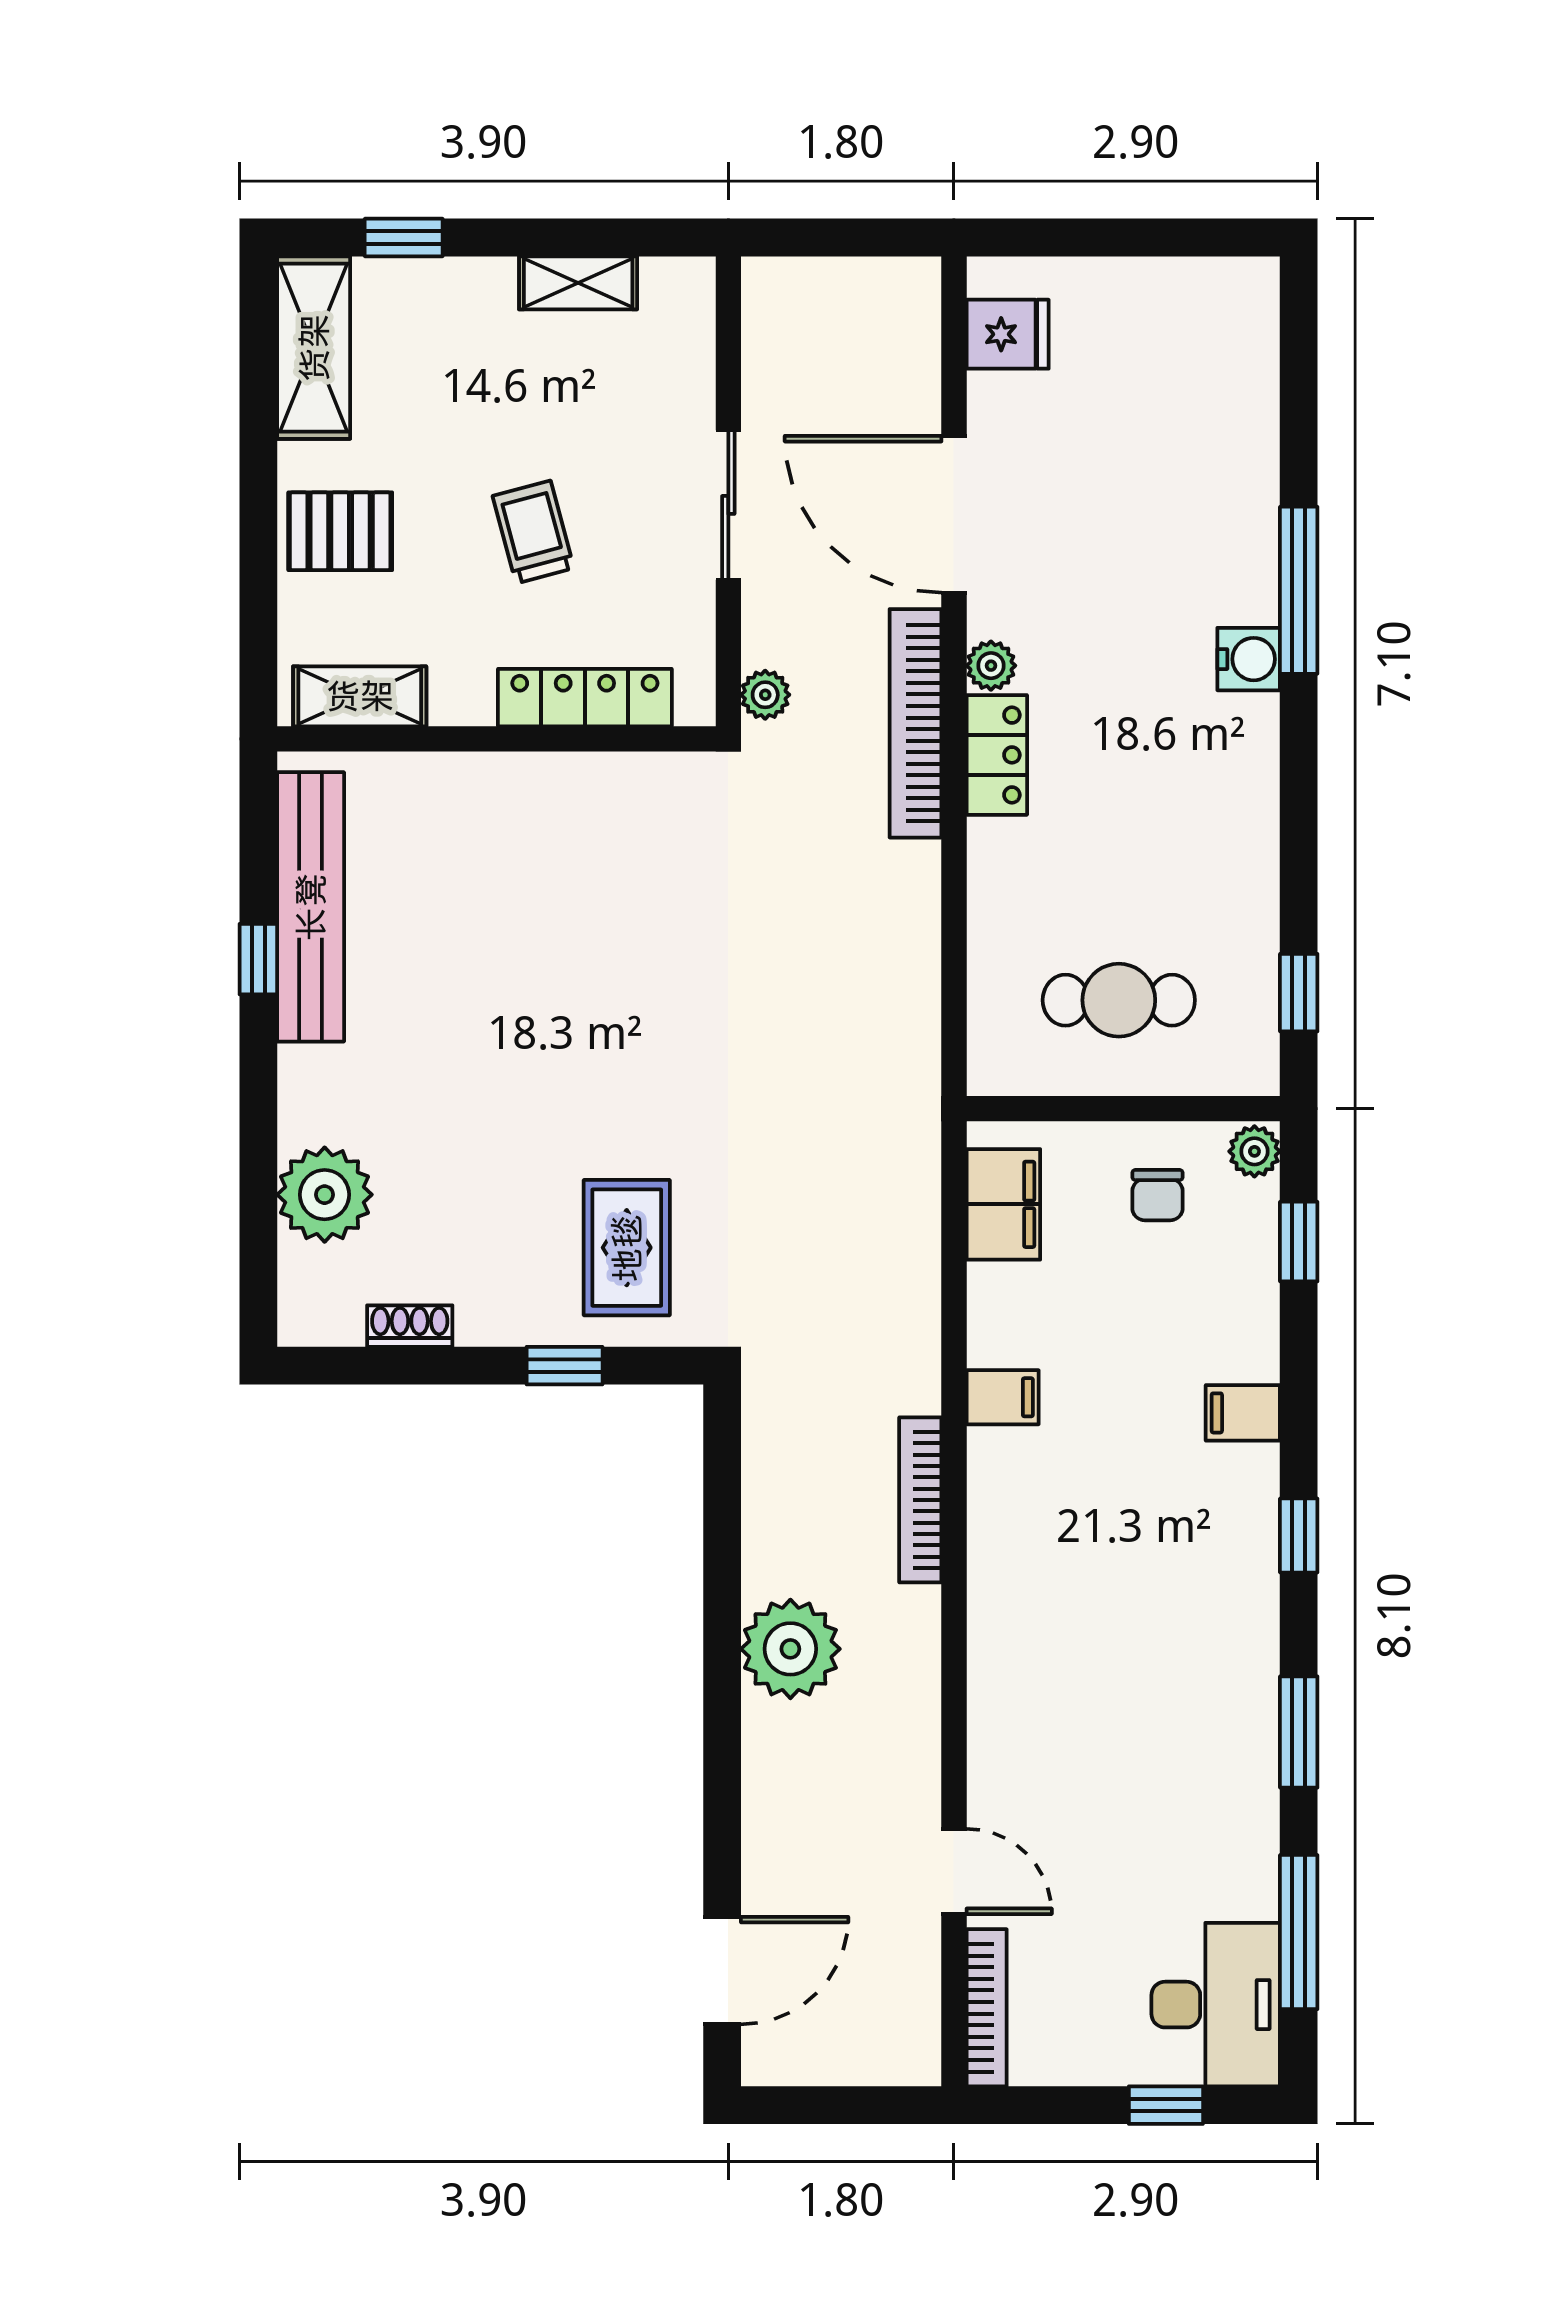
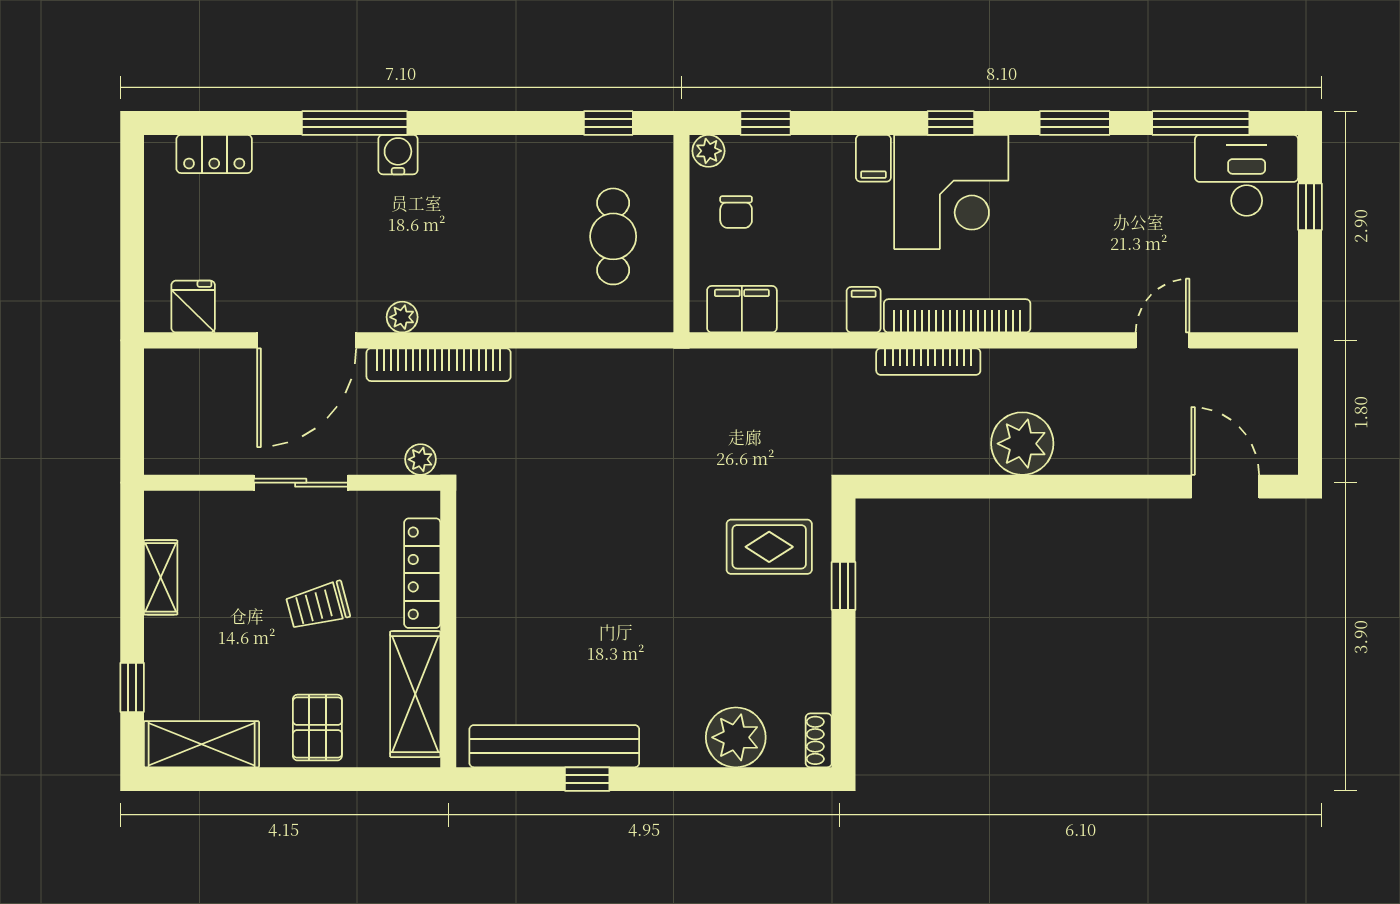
shelving: (360, 696) -> (415, 694), width x1.50, depth x1.33
locker: (997, 755) -> (214, 154), moved, turned 180
chair: (1157, 1195) -> (736, 212), turned 90
shoe rack: (410, 1326) -> (819, 740), moved
corner desk: (1189, 1536) -> (951, 192), added
bookcase: (987, 2008) -> (957, 316), moved, width x1.48, depth x1.31

